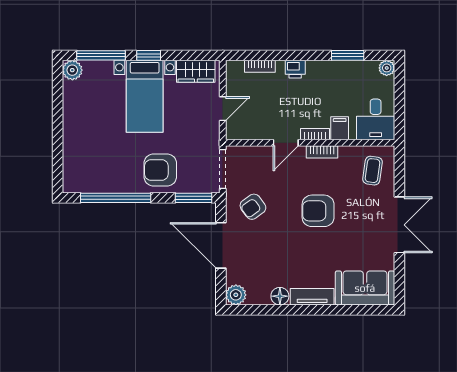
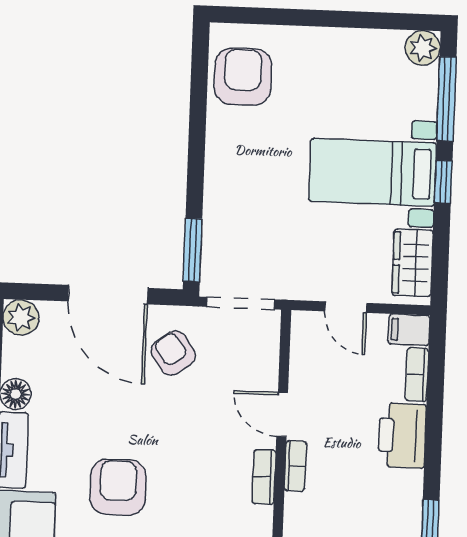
printer: (295, 69) -> (402, 436), width x1.87, depth x1.48
filing cabinet: (340, 128) -> (409, 330), moved, turned 180
armchair: (160, 170) -> (243, 77), moved
window: (116, 198) -> (198, 115), removed
armchair: (318, 211) -> (118, 487), moved
door: (221, 245) -> (108, 295), swing flipped

